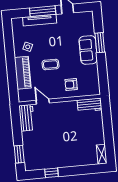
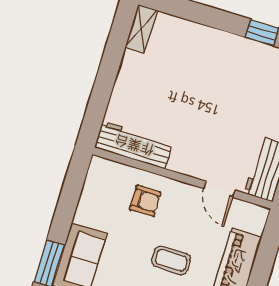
workbench: (90, 105) -> (134, 145), width x1.38

